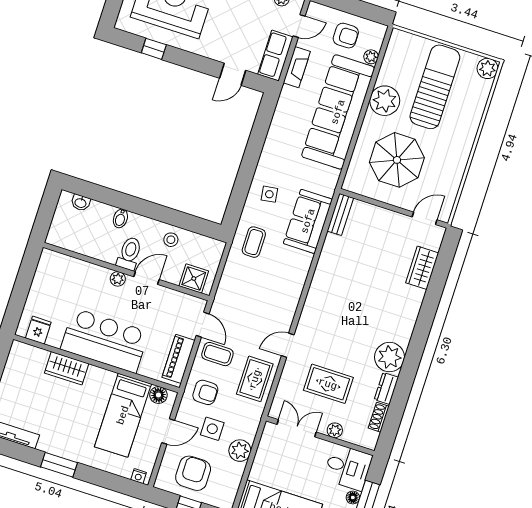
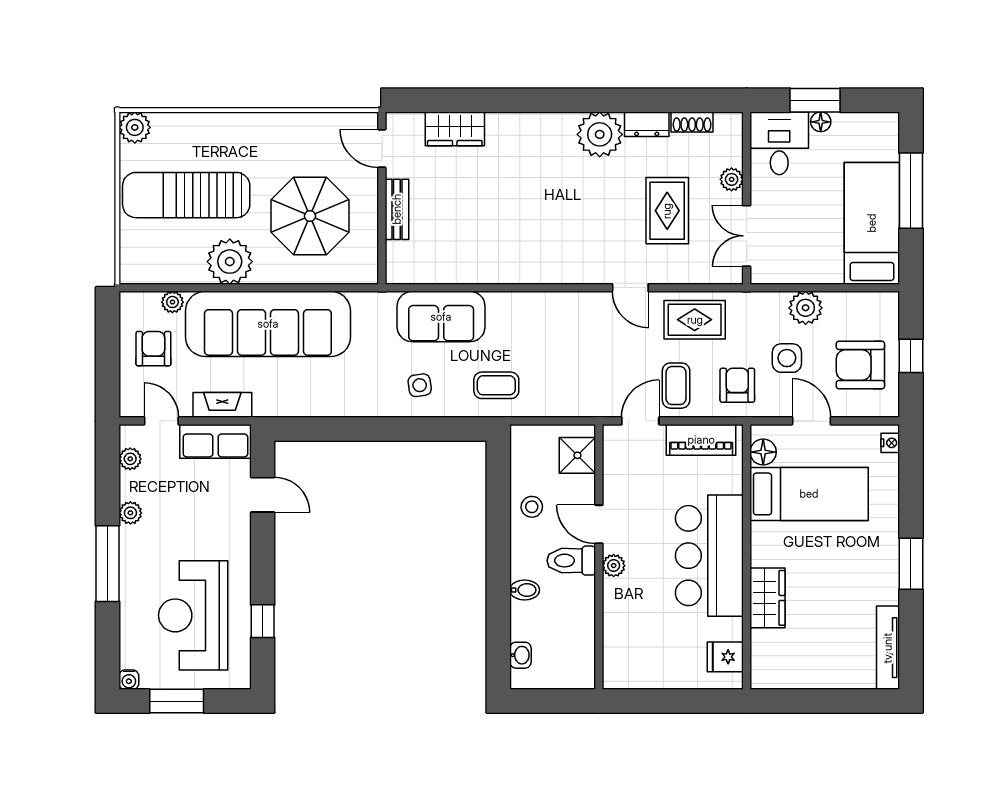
bench: (340, 214) -> (397, 209), moved, turned 90

